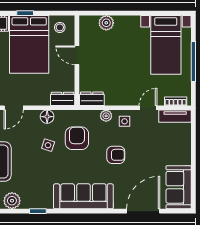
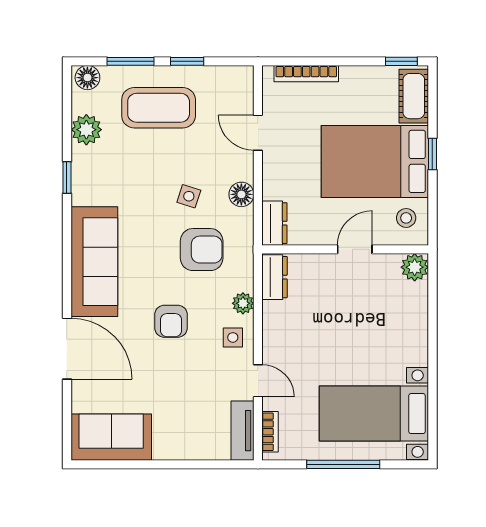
plant: (106, 23) -> (415, 267), moved
door: (143, 211) -> (67, 349), moved

